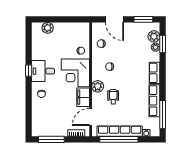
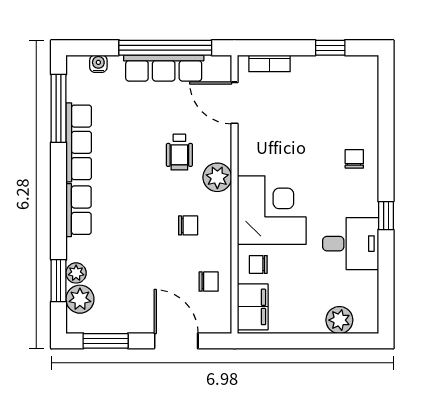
desk: (43, 71) -> (351, 244), moved
filing cabinet: (83, 97) -> (253, 307), moved
door: (91, 117) -> (235, 103), swing flipped
row of seats: (120, 131) -> (164, 68), width x0.73
window: (51, 139) -> (330, 48), width x0.46

